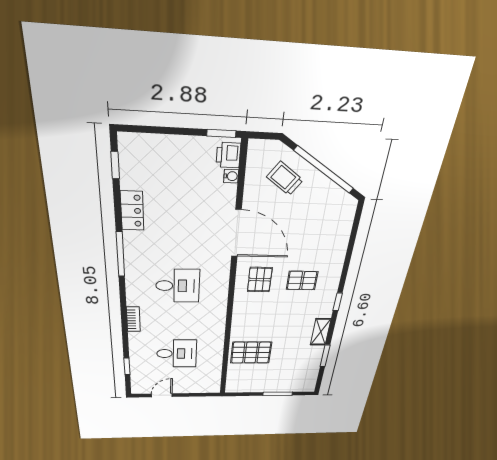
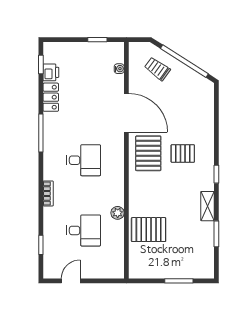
window: (221, 133) -> (97, 40), moved
printer: (228, 155) -> (51, 72), moved, turned 180
pallet: (260, 280) -> (148, 153), width x1.50, depth x1.42
plant: (217, 338) -> (118, 213), added

